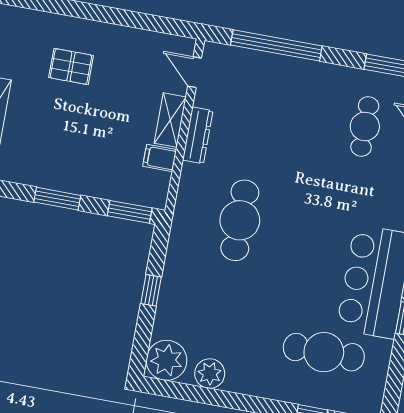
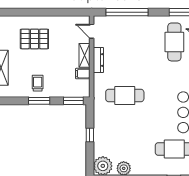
pallet: (71, 66) -> (34, 39), width x1.50, depth x1.42
cafe table: (365, 126) -> (174, 42), width x1.37, depth x1.35
trolley: (61, 161) -> (38, 83), added
cafe table: (240, 220) -> (125, 95), turned 90

